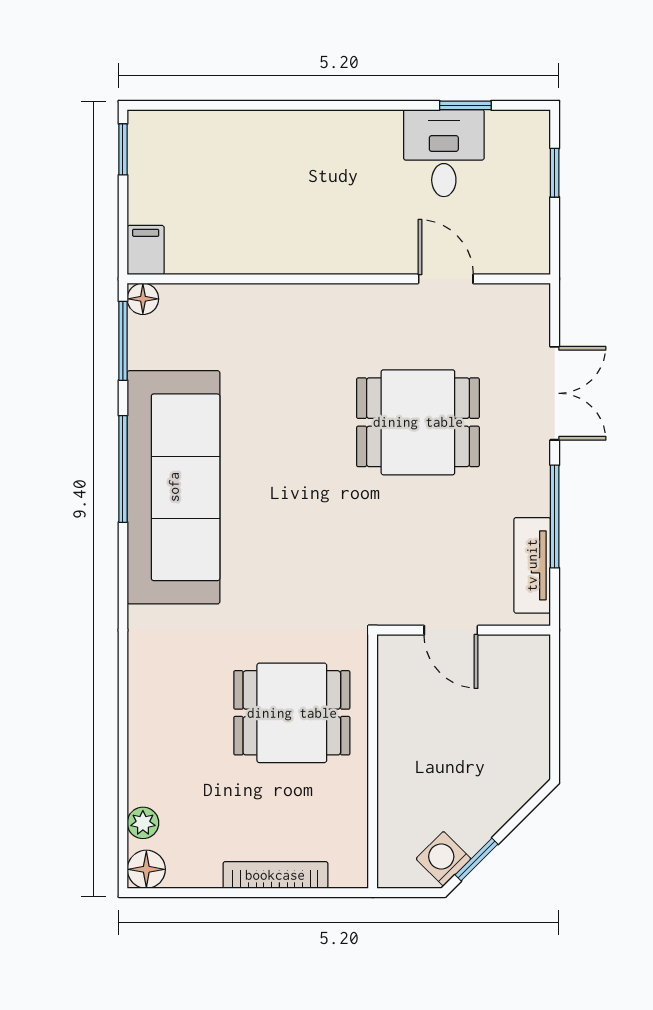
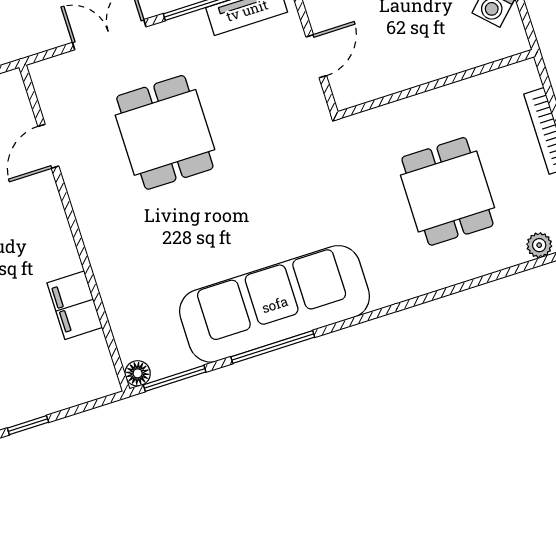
filing cabinet: (146, 250) -> (75, 305), moved, width x2.00
dining table: (292, 713) -> (447, 191), moved

